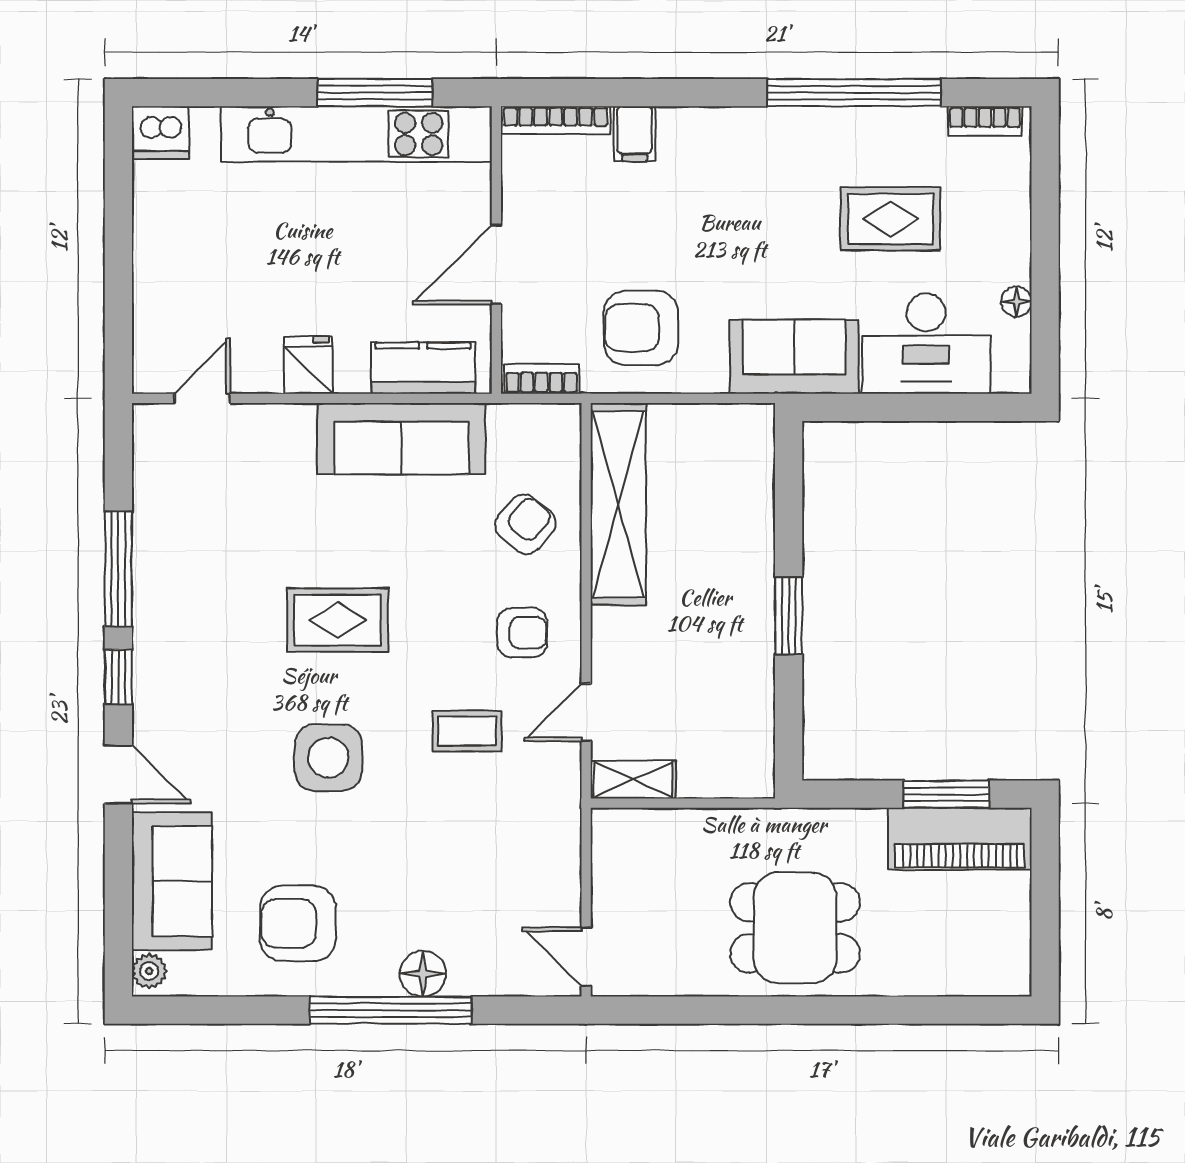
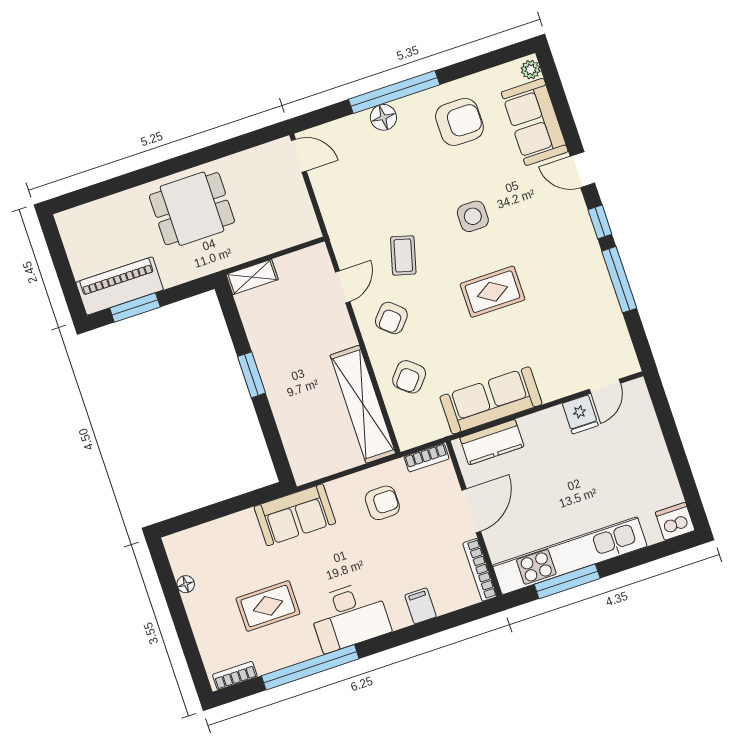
bookcase: (556, 120) -> (480, 570), moved, turned -90
armchair: (641, 328) -> (382, 503), width x0.72, depth x0.72
desk: (926, 344) -> (349, 616), moved, turned 180
fridge: (308, 365) -> (580, 414), moved
armchair: (522, 633) -> (391, 318), turned -49
coffee table: (467, 731) -> (403, 255), turned -75
side table: (328, 758) -> (473, 216), width x0.73, depth x0.73
shelving: (633, 780) -> (252, 277), moved

